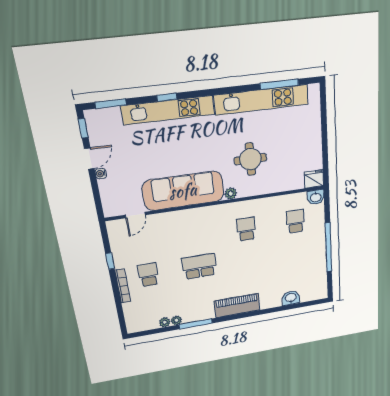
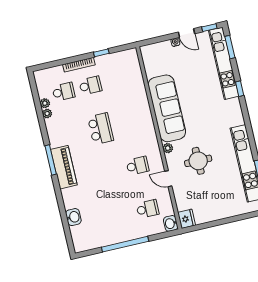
kitchen unit: (168, 110) -> (224, 63), moved
door: (135, 215) -> (168, 179), moved
school desk: (153, 303) -> (64, 92), added
window: (196, 324) -> (51, 160), moved

